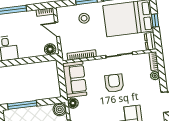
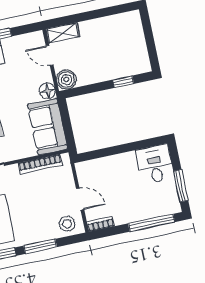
stool: (84, 18) -> (67, 224), moved
floor lamp: (50, 49) -> (88, 169), removed
window: (22, 105) -> (123, 82), width x0.46

